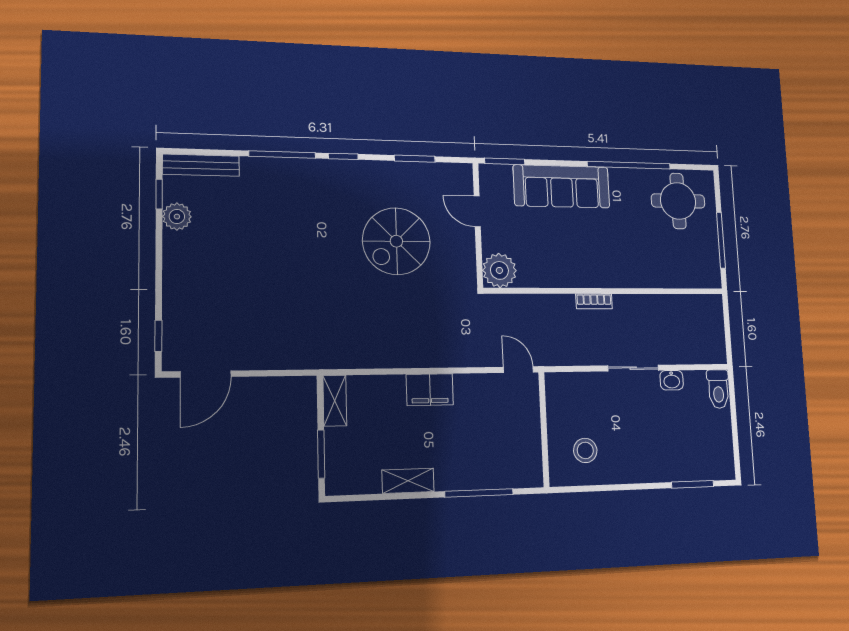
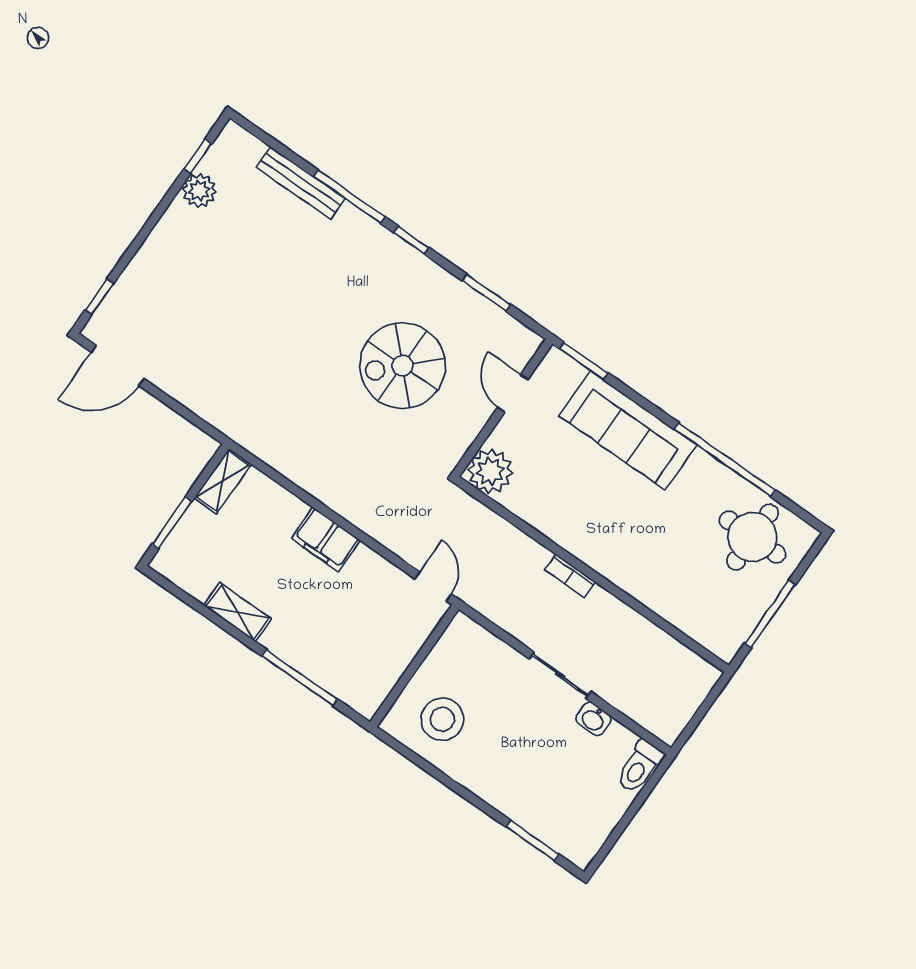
bench: (201, 165) -> (301, 183), moved
stool: (585, 450) -> (442, 719), width x1.38, depth x1.38

